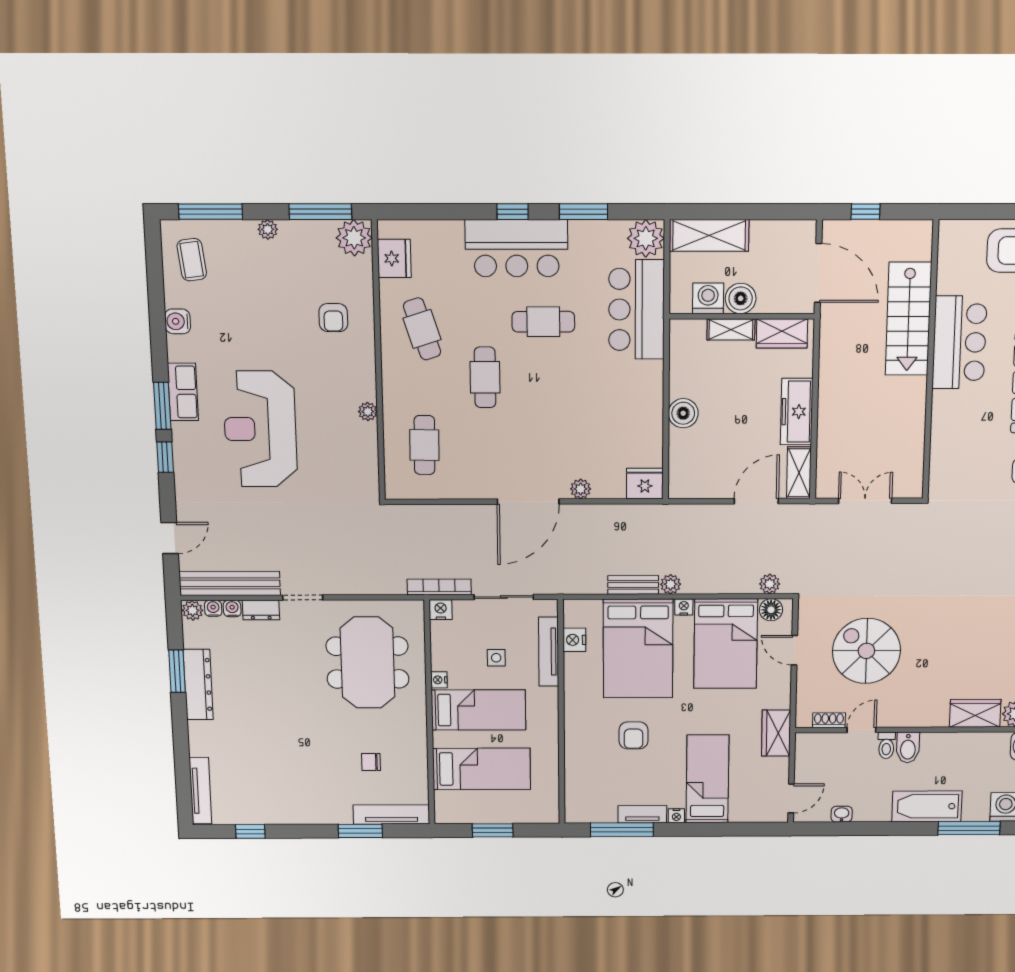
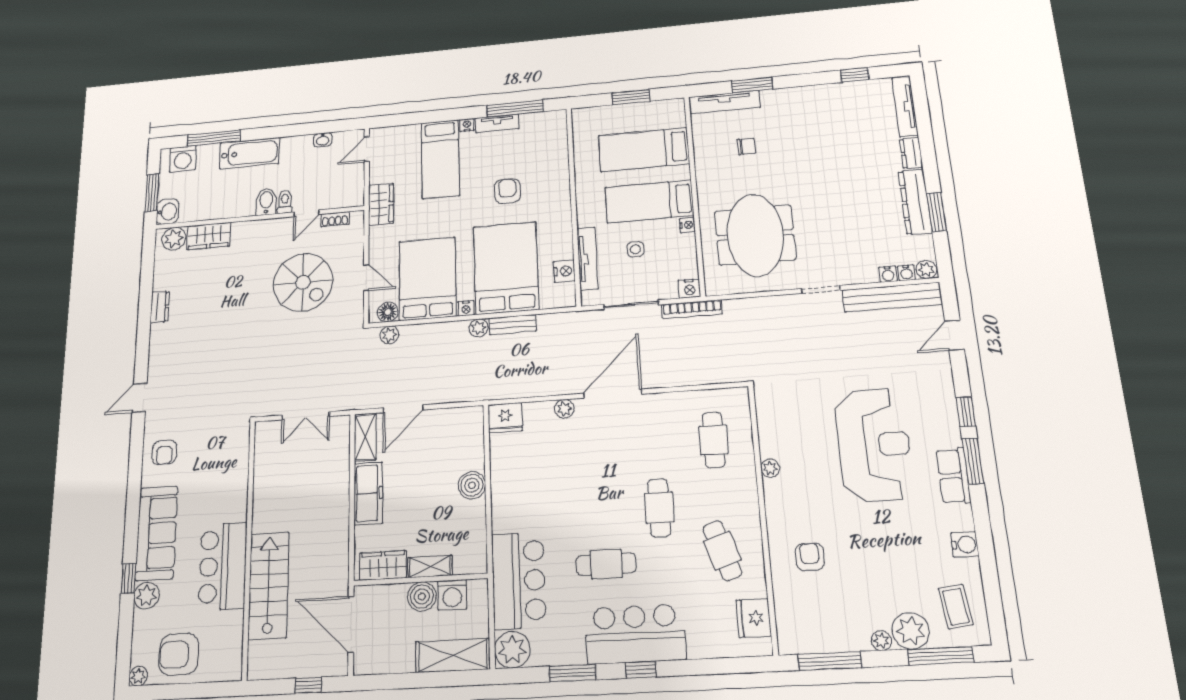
plant: (354, 238) -> (911, 631), moved
dresser: (261, 610) -> (911, 153), moved, turned -90

